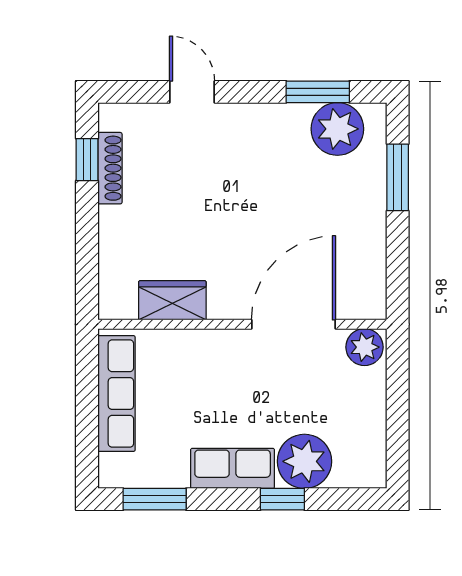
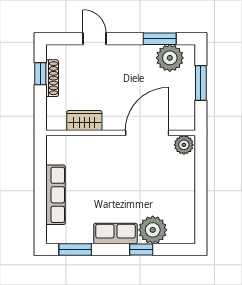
wardrobe: (172, 300) -> (84, 121), moved
wall: (242, 324) -> (121, 133), moved
door: (293, 324) -> (147, 133), moved
plant: (365, 347) -> (184, 145), moved

